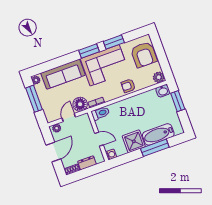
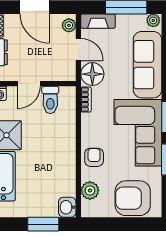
plant: (159, 77) -> (90, 190), moved
fireplace: (48, 112) -> (98, 21), added
toilet: (100, 113) -> (50, 100), moved

